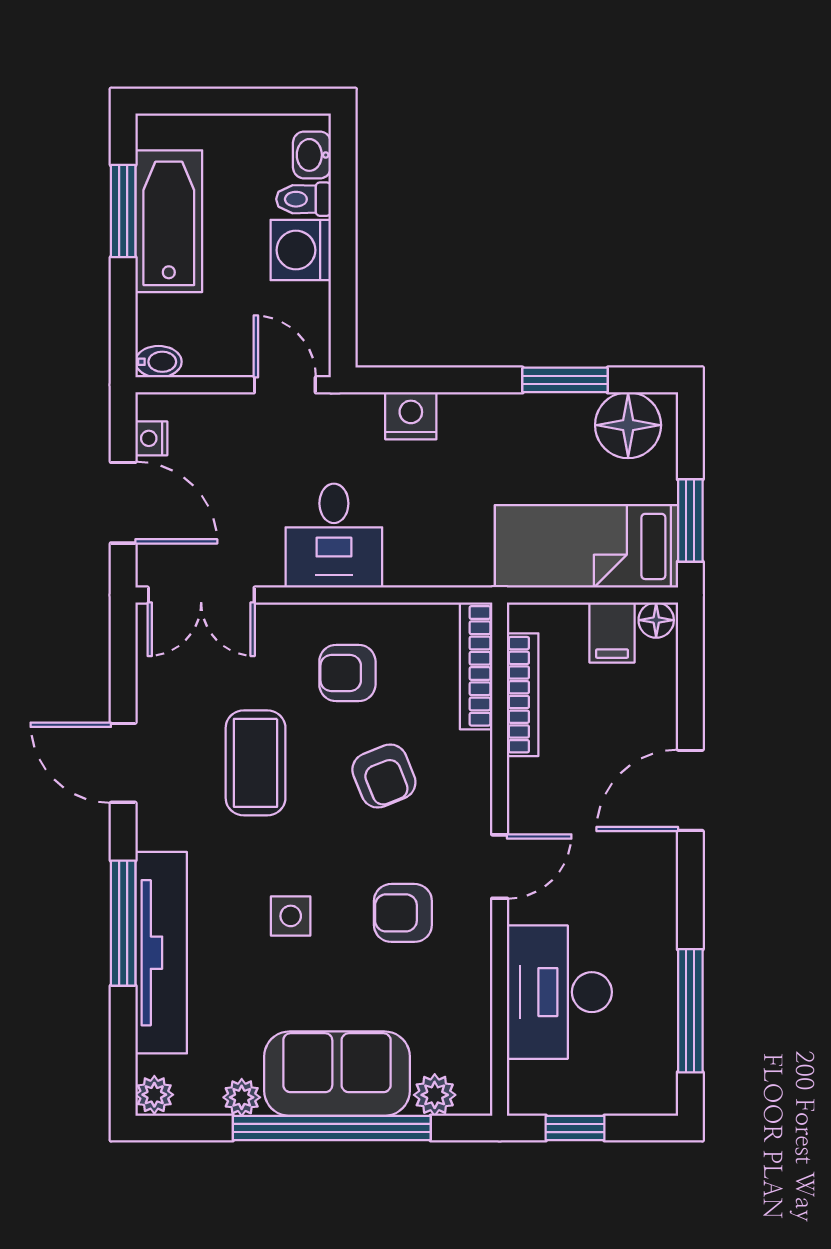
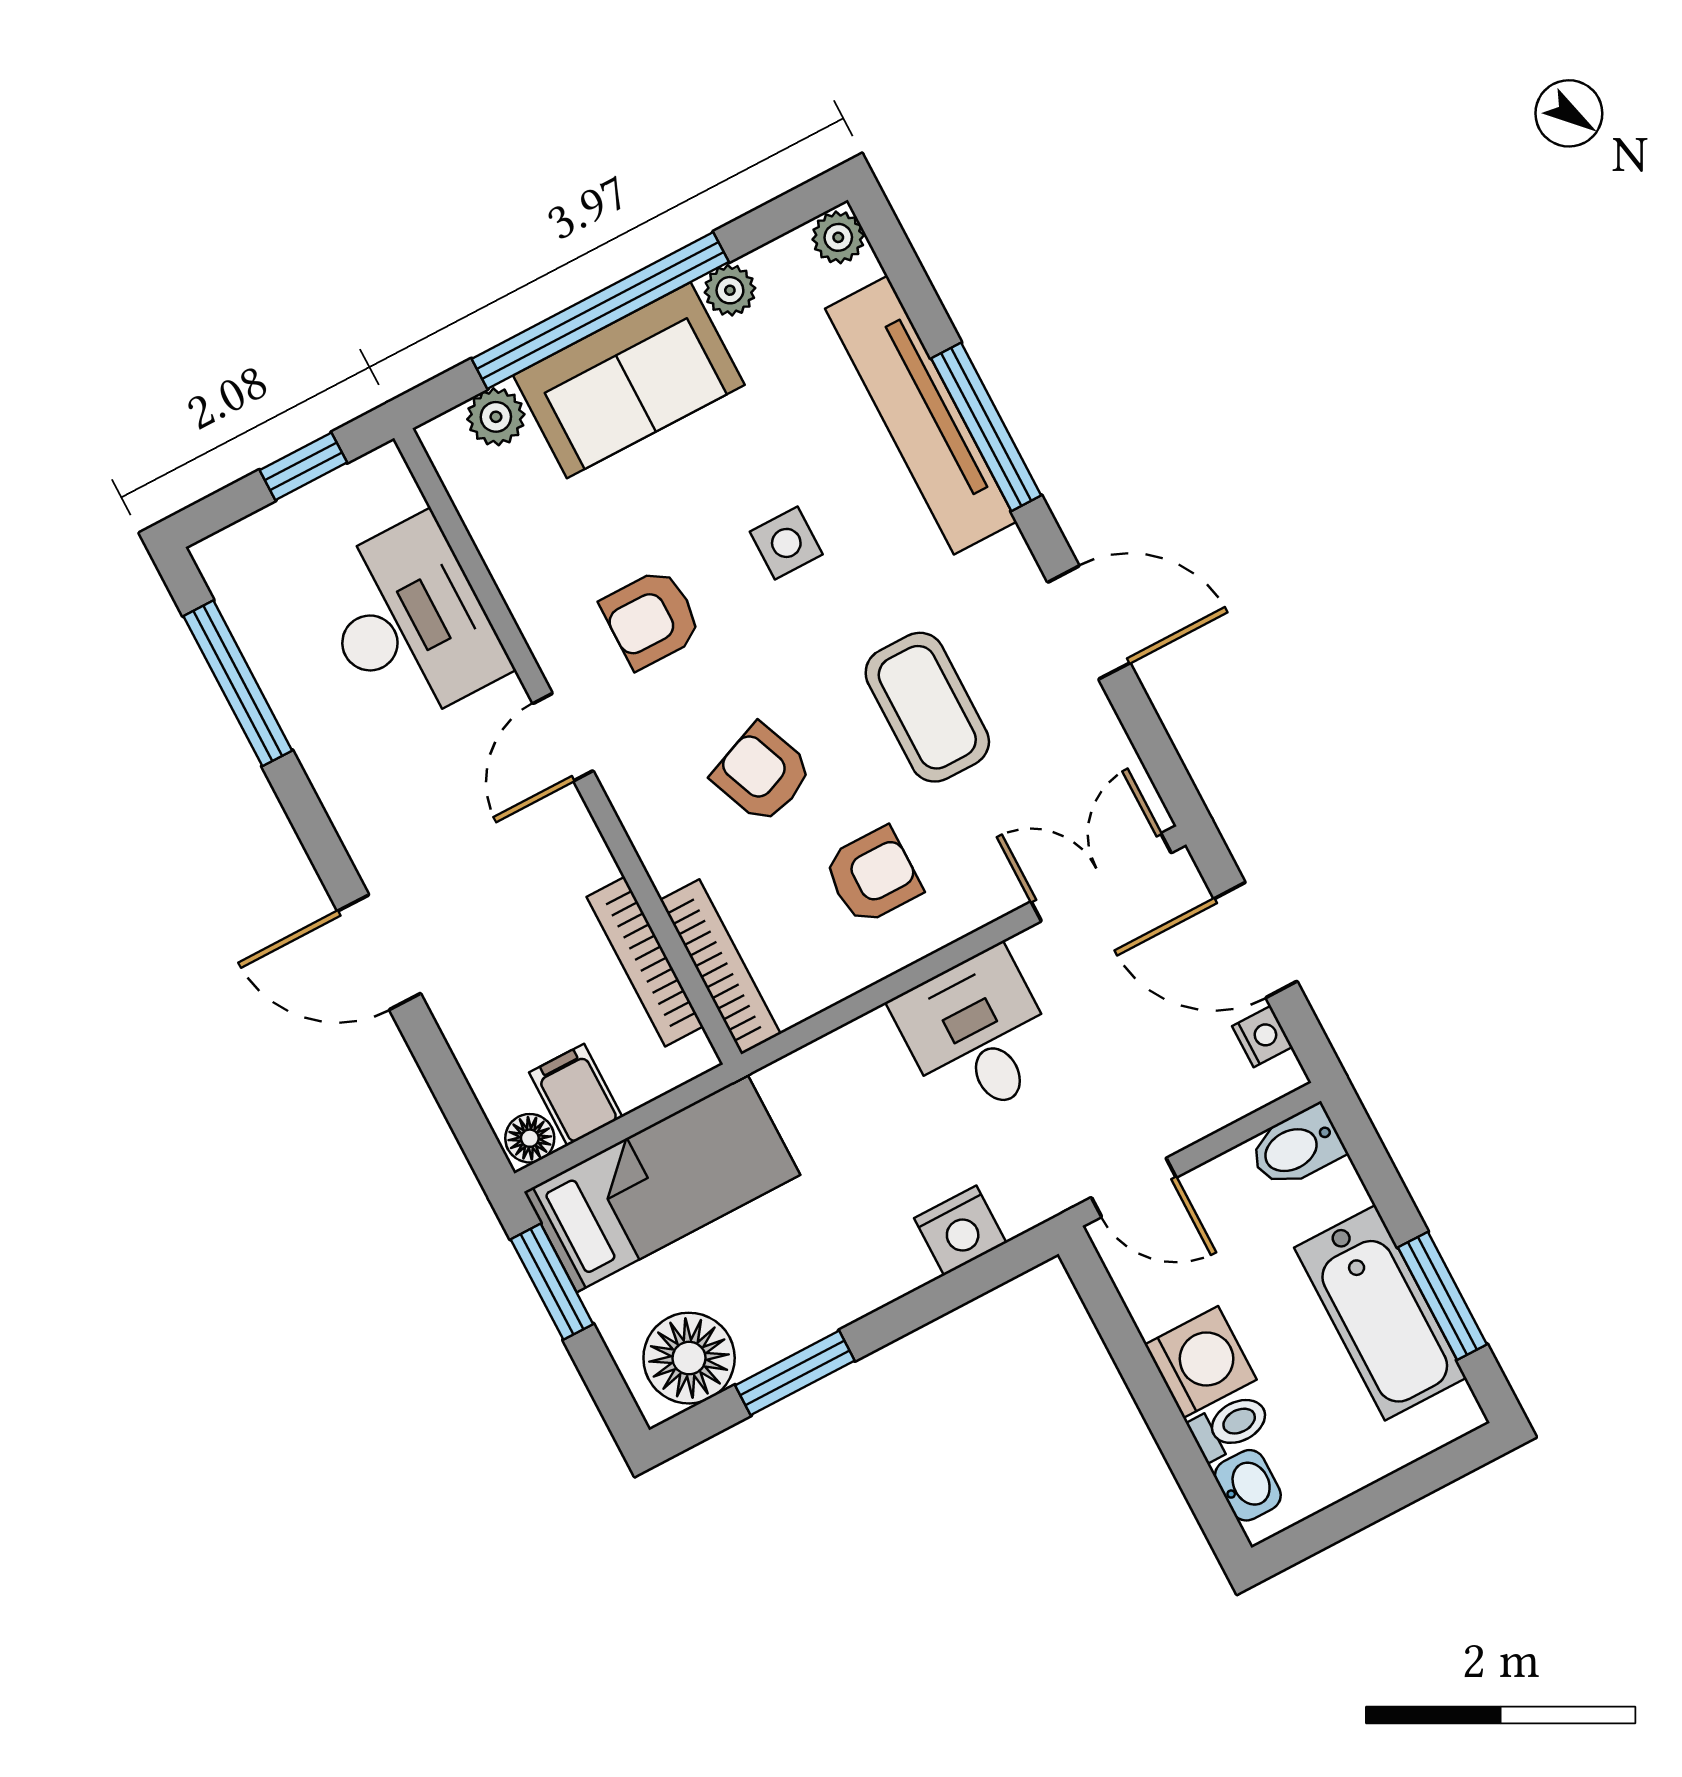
bidet: (159, 362) -> (1296, 1147), width x1.38, depth x1.36
door: (690, 790) -> (379, 952), swing flipped
armchair: (403, 913) -> (651, 619), turned 180

